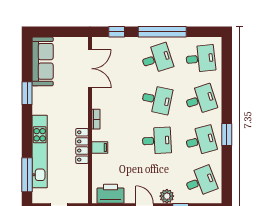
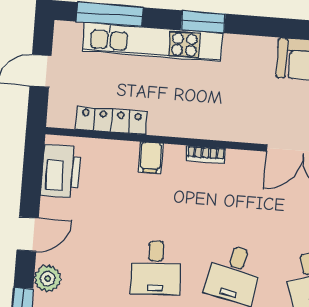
window: (27, 93) -> (203, 22), moved
locker: (82, 146) -> (112, 120), moved

